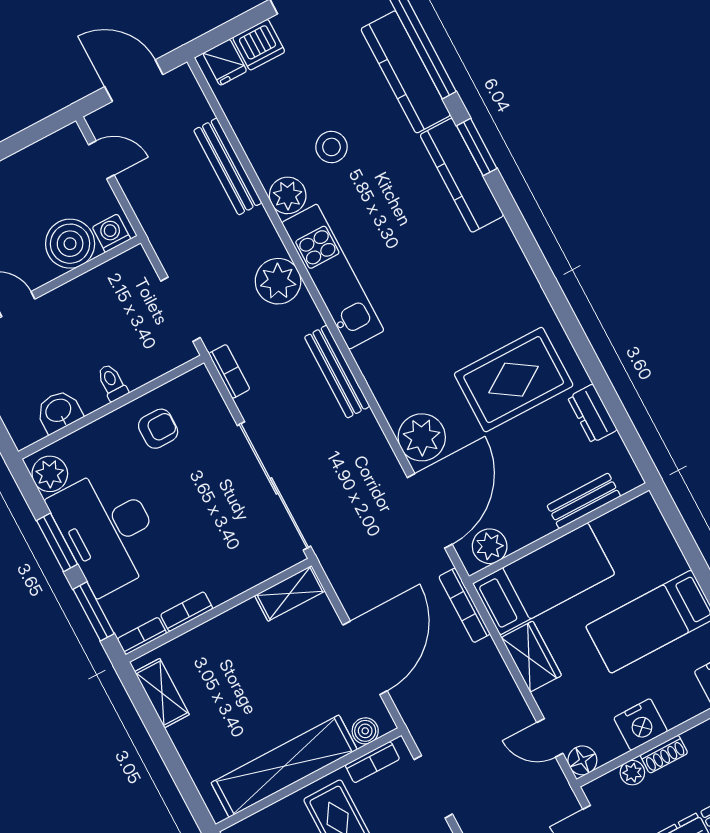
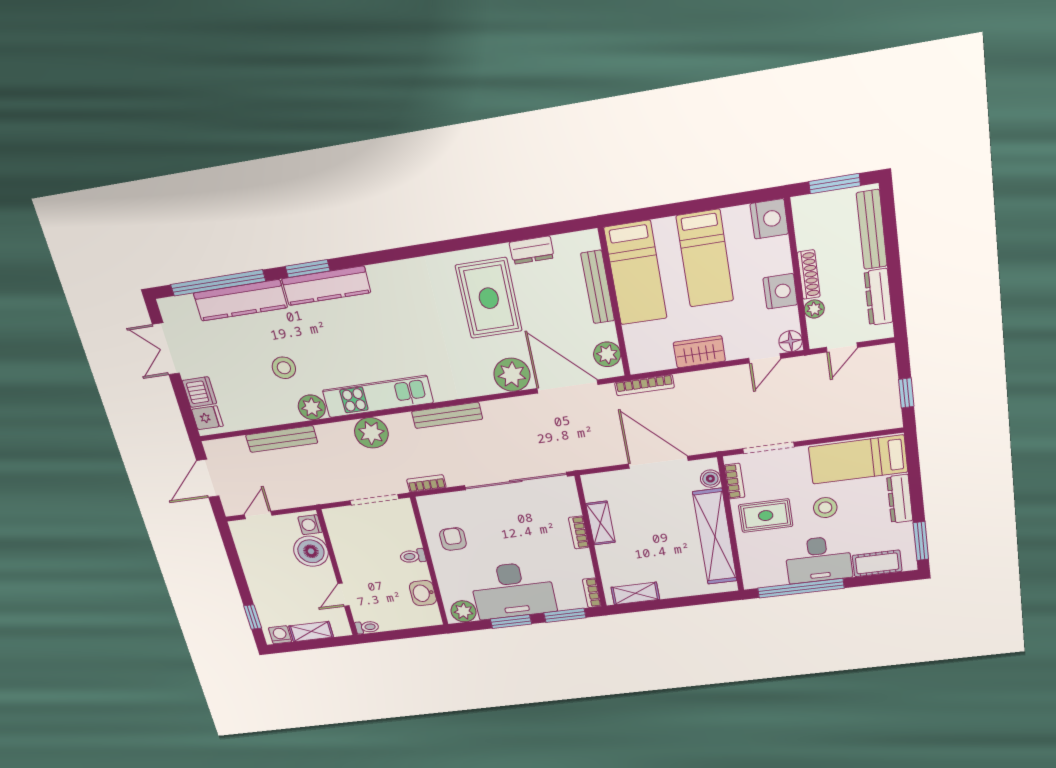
bench: (584, 501) -> (598, 287), width x1.36
bed: (544, 579) -> (636, 273), moved, turned 180
shelving: (290, 593) -> (601, 523), moved
bookcase: (187, 612) -> (579, 532), moved
shoe rack: (664, 754) -> (809, 275), width x1.43

